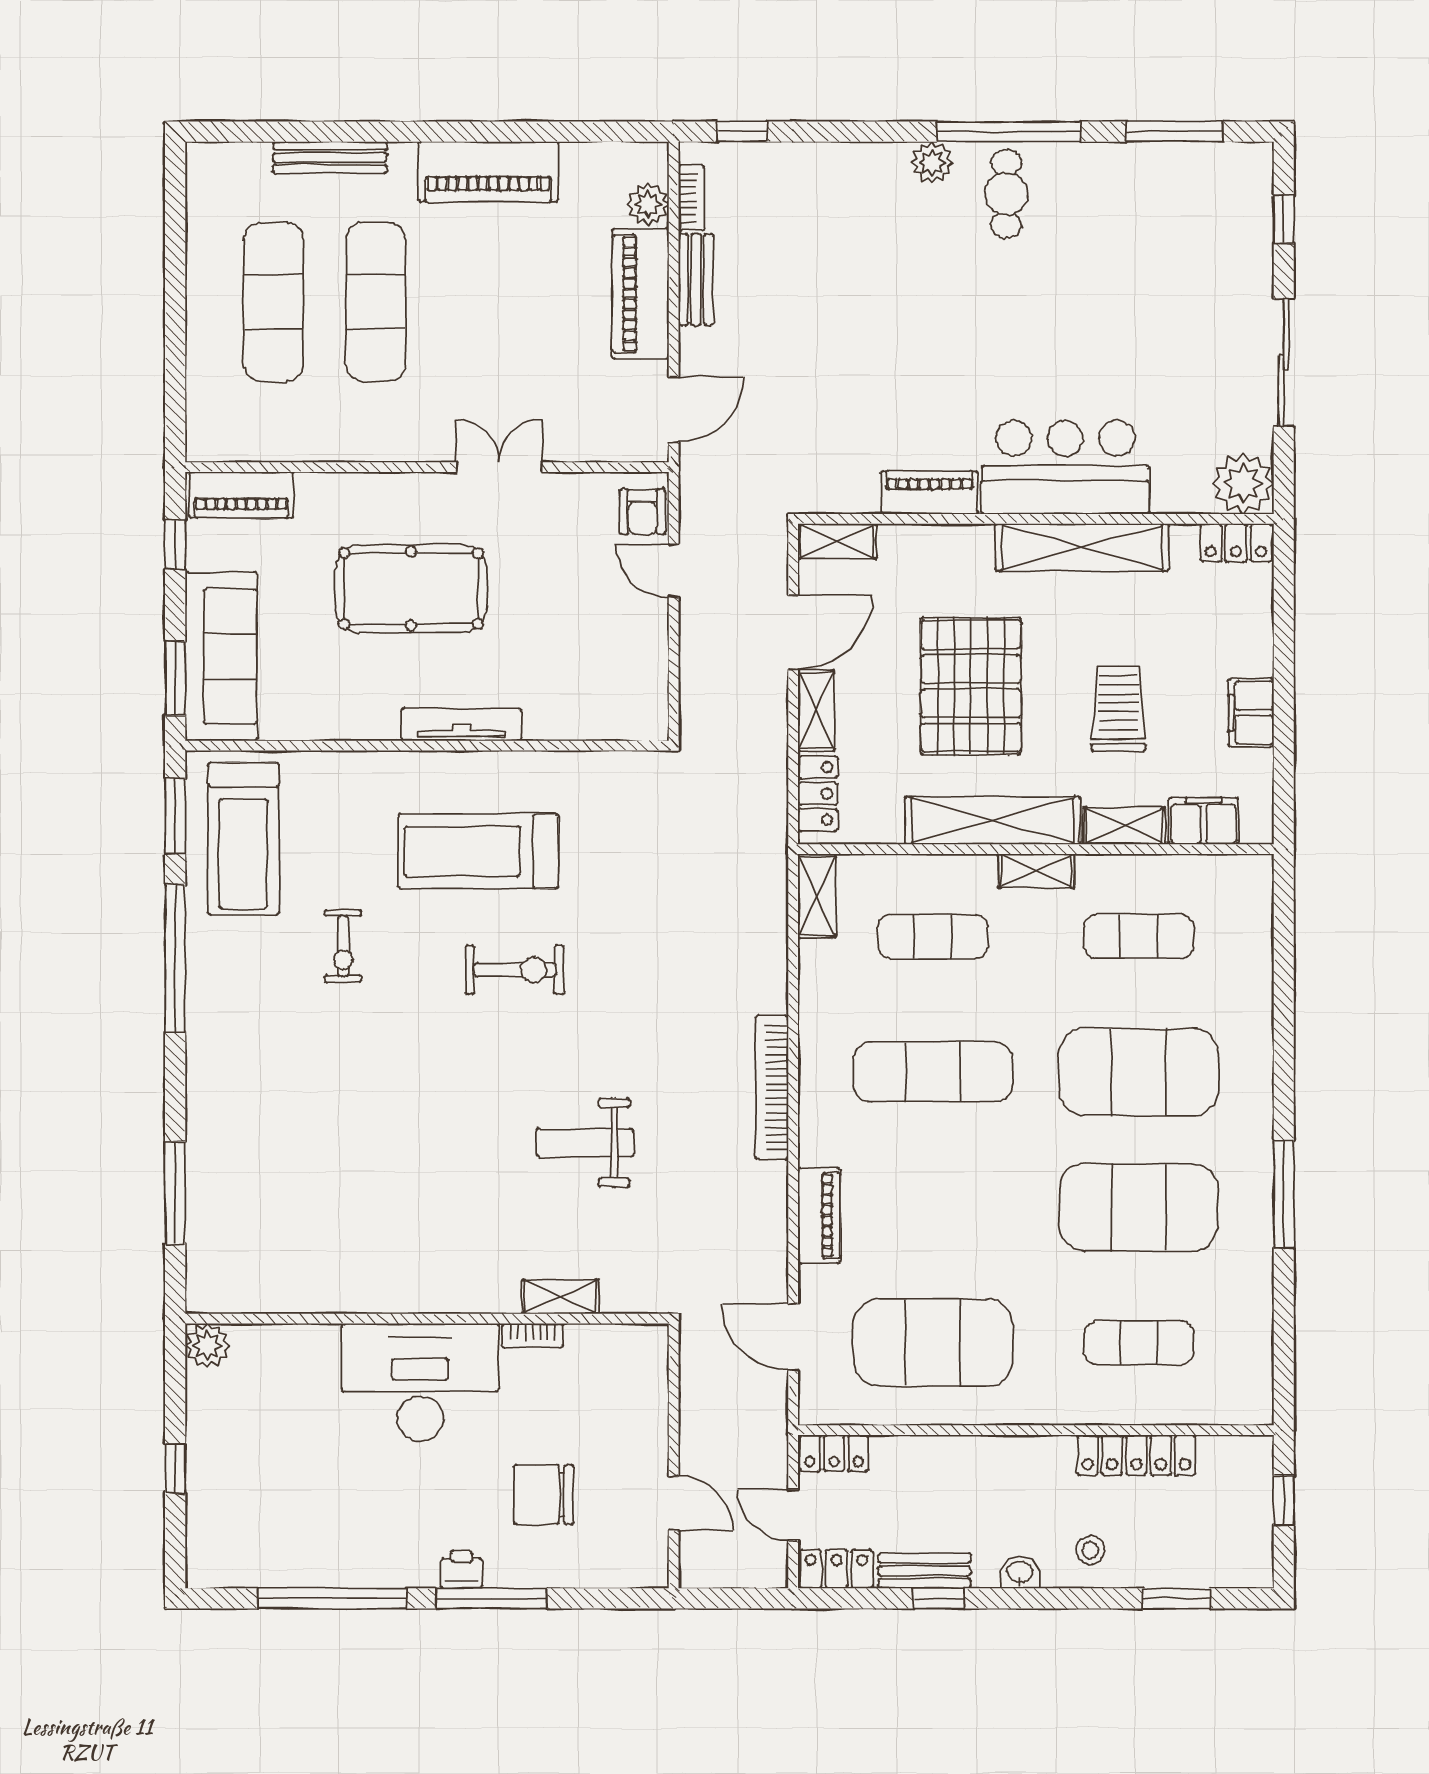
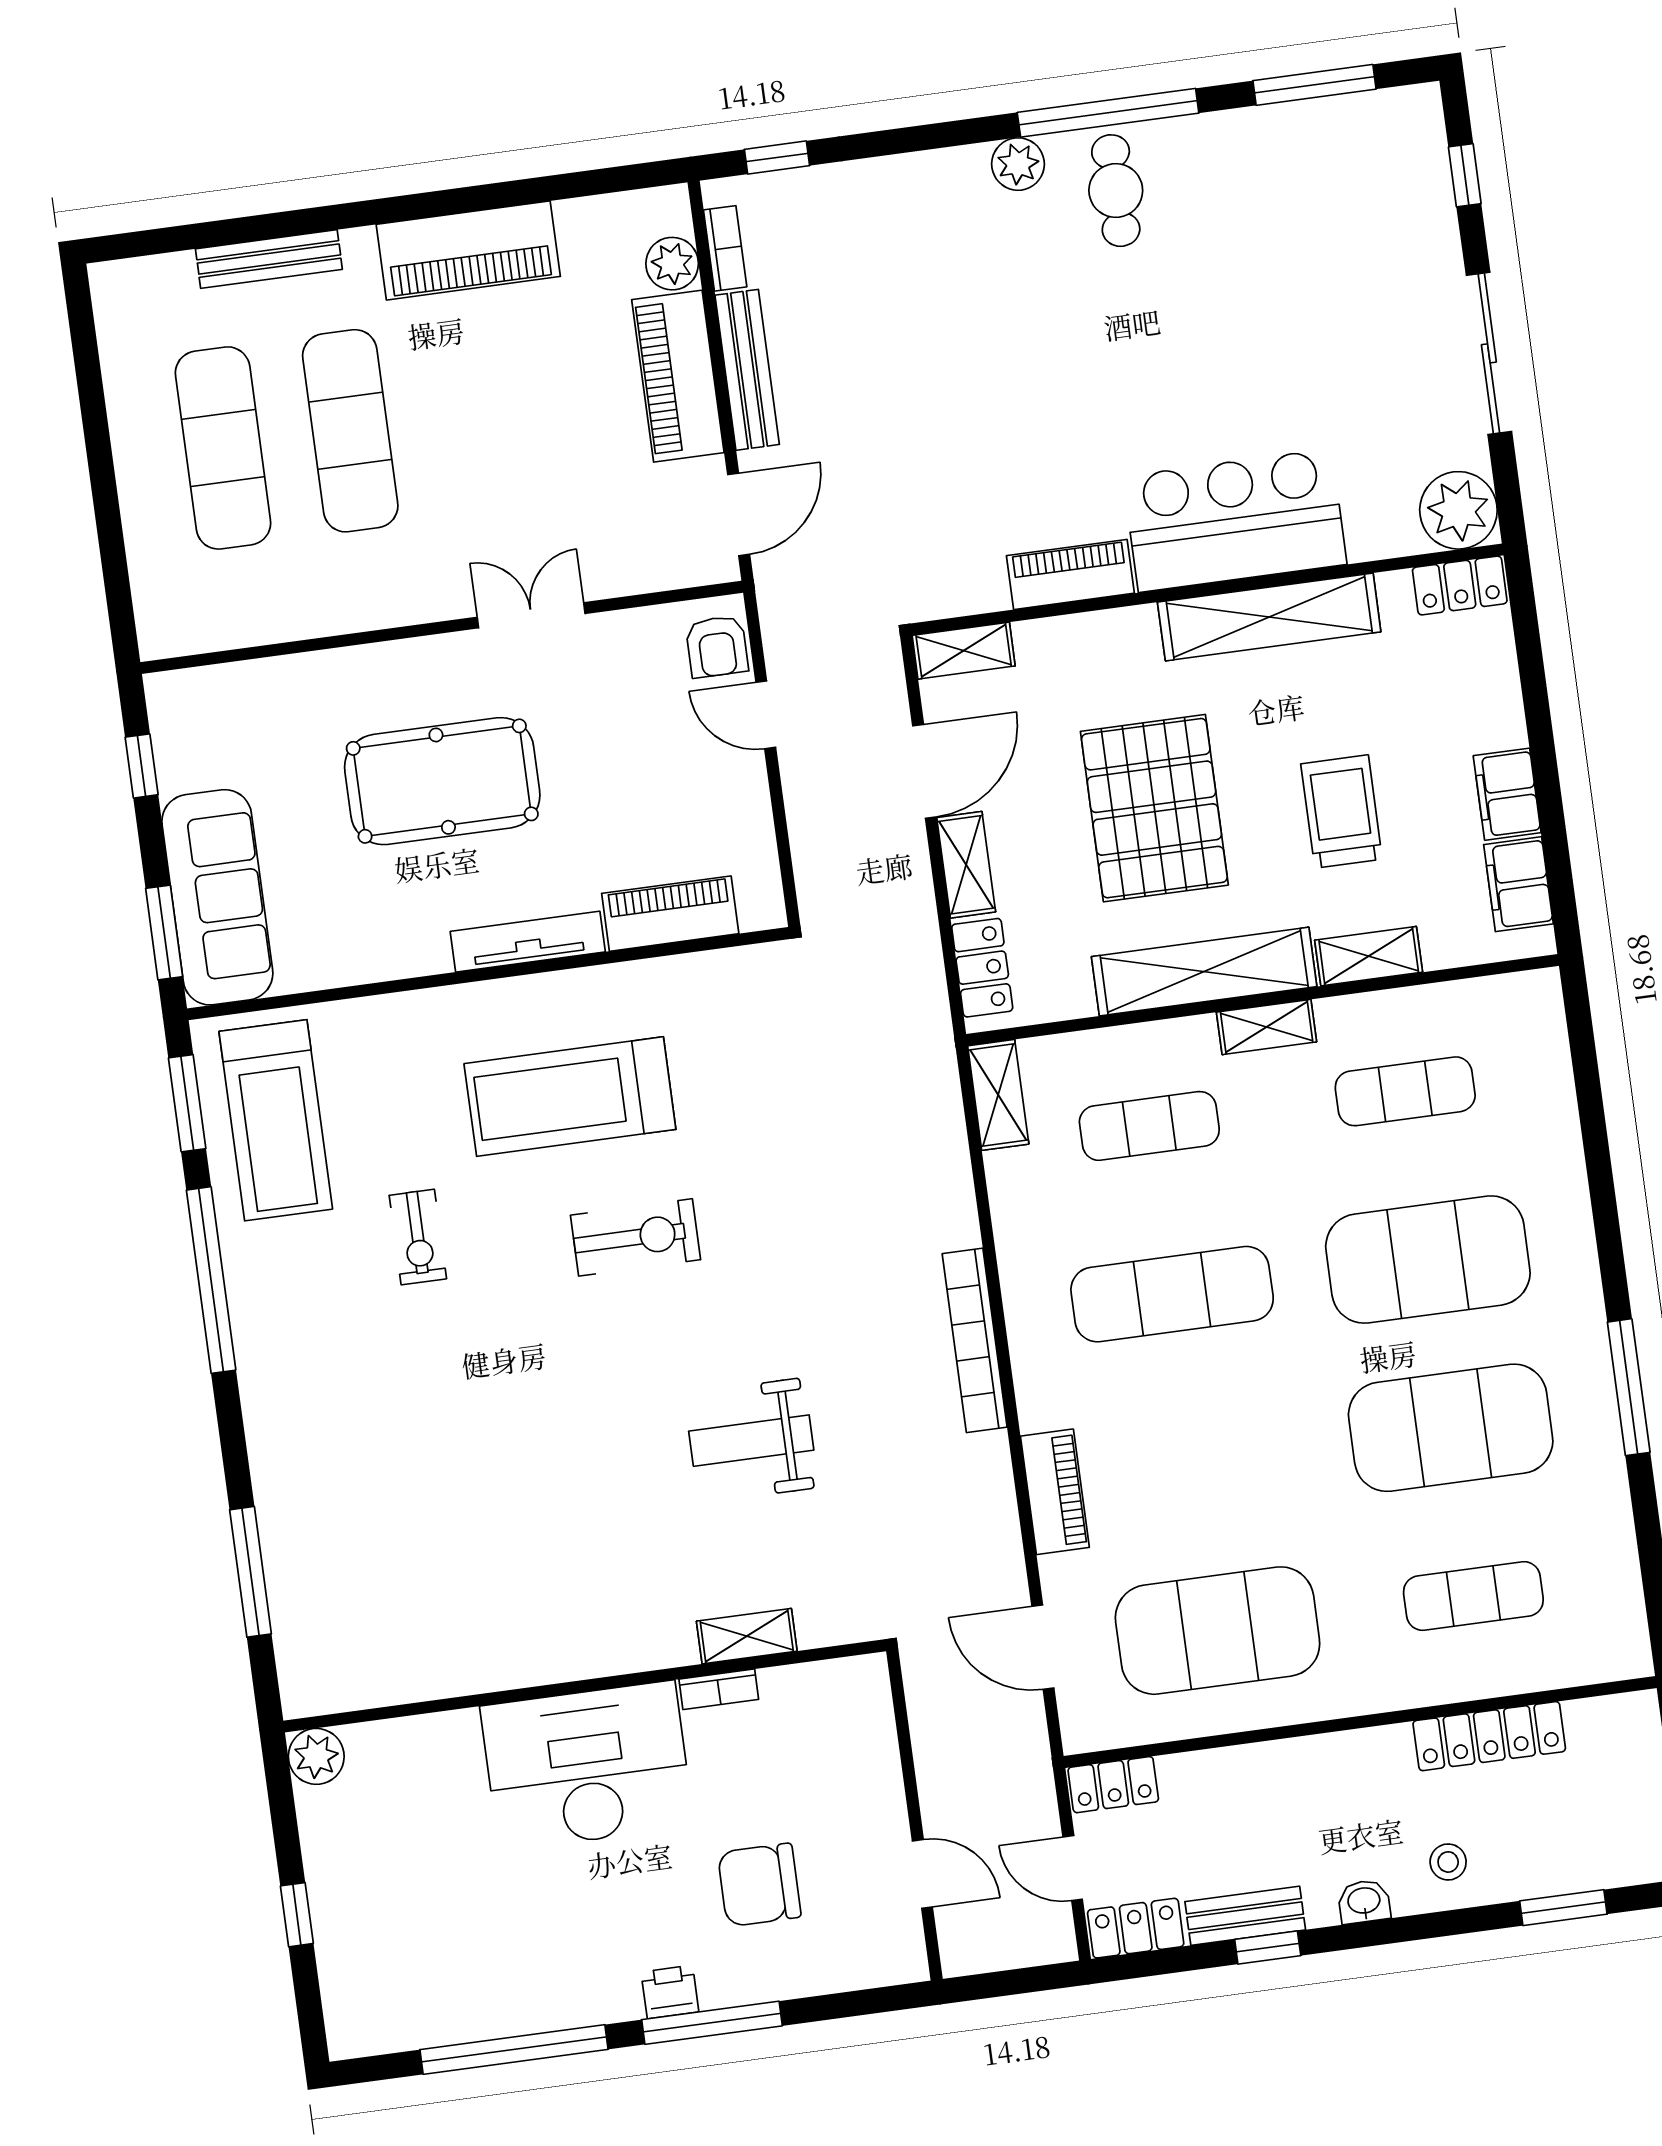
bench: (696, 279) -> (747, 370), width x1.36
piano: (241, 495) -> (670, 914), moved, turned 180
filing cabinet: (1204, 821) -> (1518, 884), moved, turned -90

